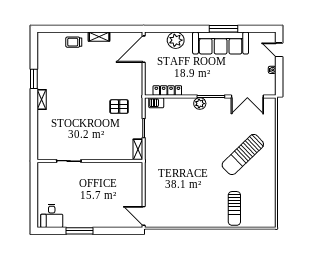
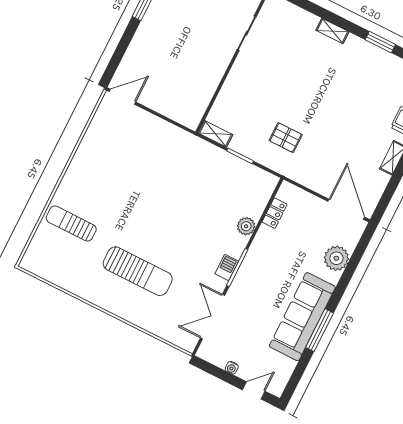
locker: (167, 91) -> (275, 213), width x0.66
shelving: (42, 100) -> (332, 31), moved
barbecue: (156, 103) -> (227, 267), moved
plant: (200, 104) -> (246, 226), moved
pallet: (119, 107) -> (286, 138), turned 90
sun lounger: (243, 155) -> (138, 271), turned 134

